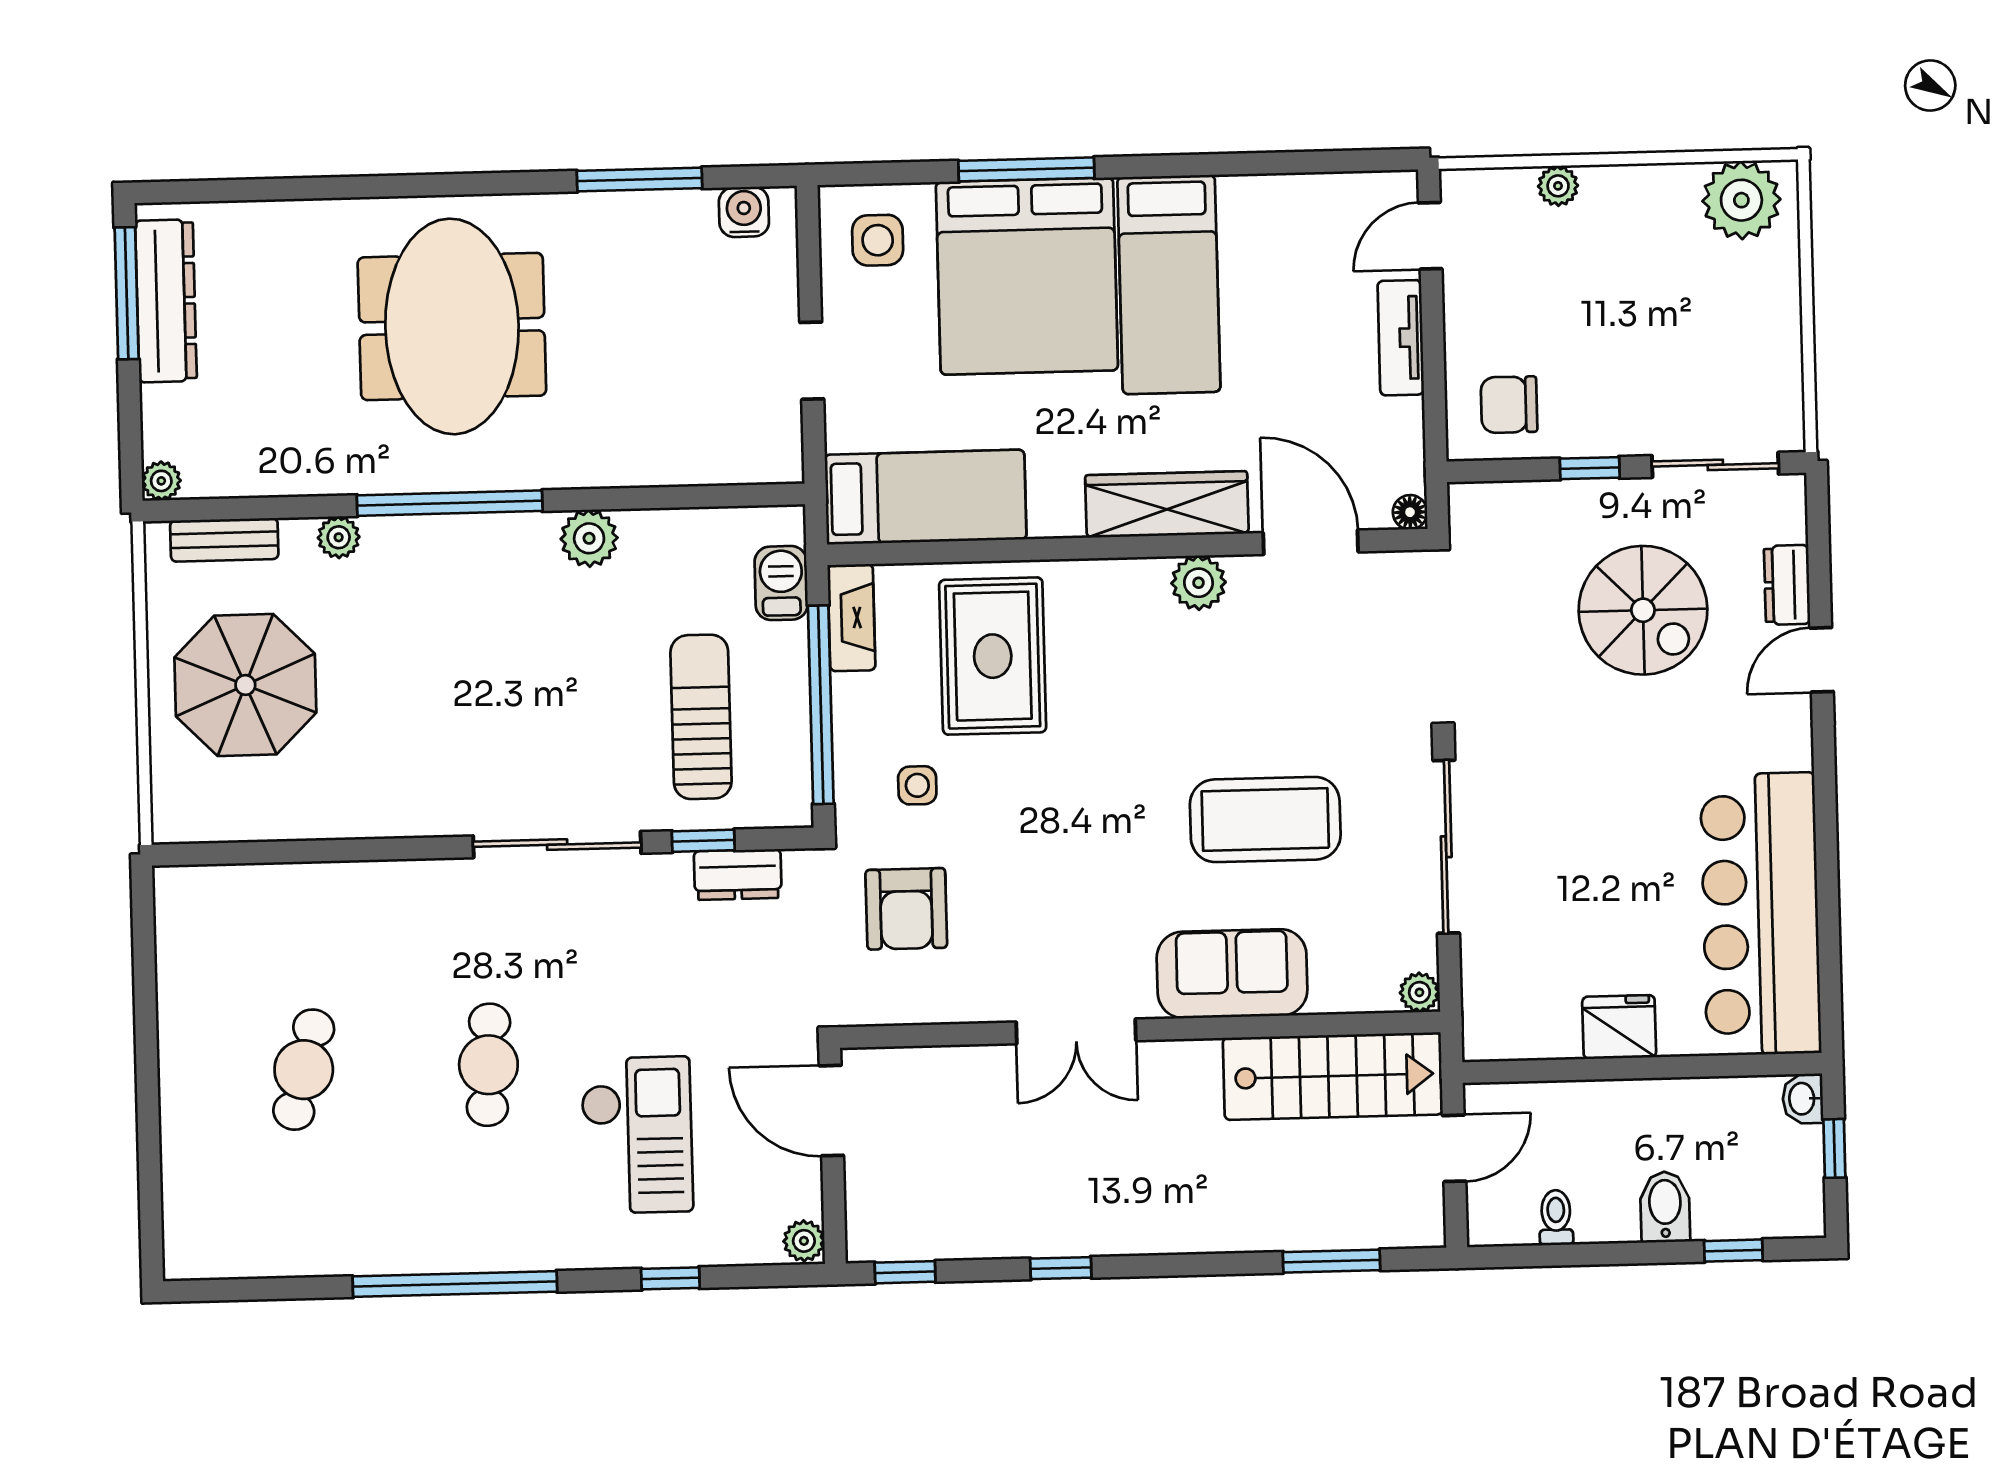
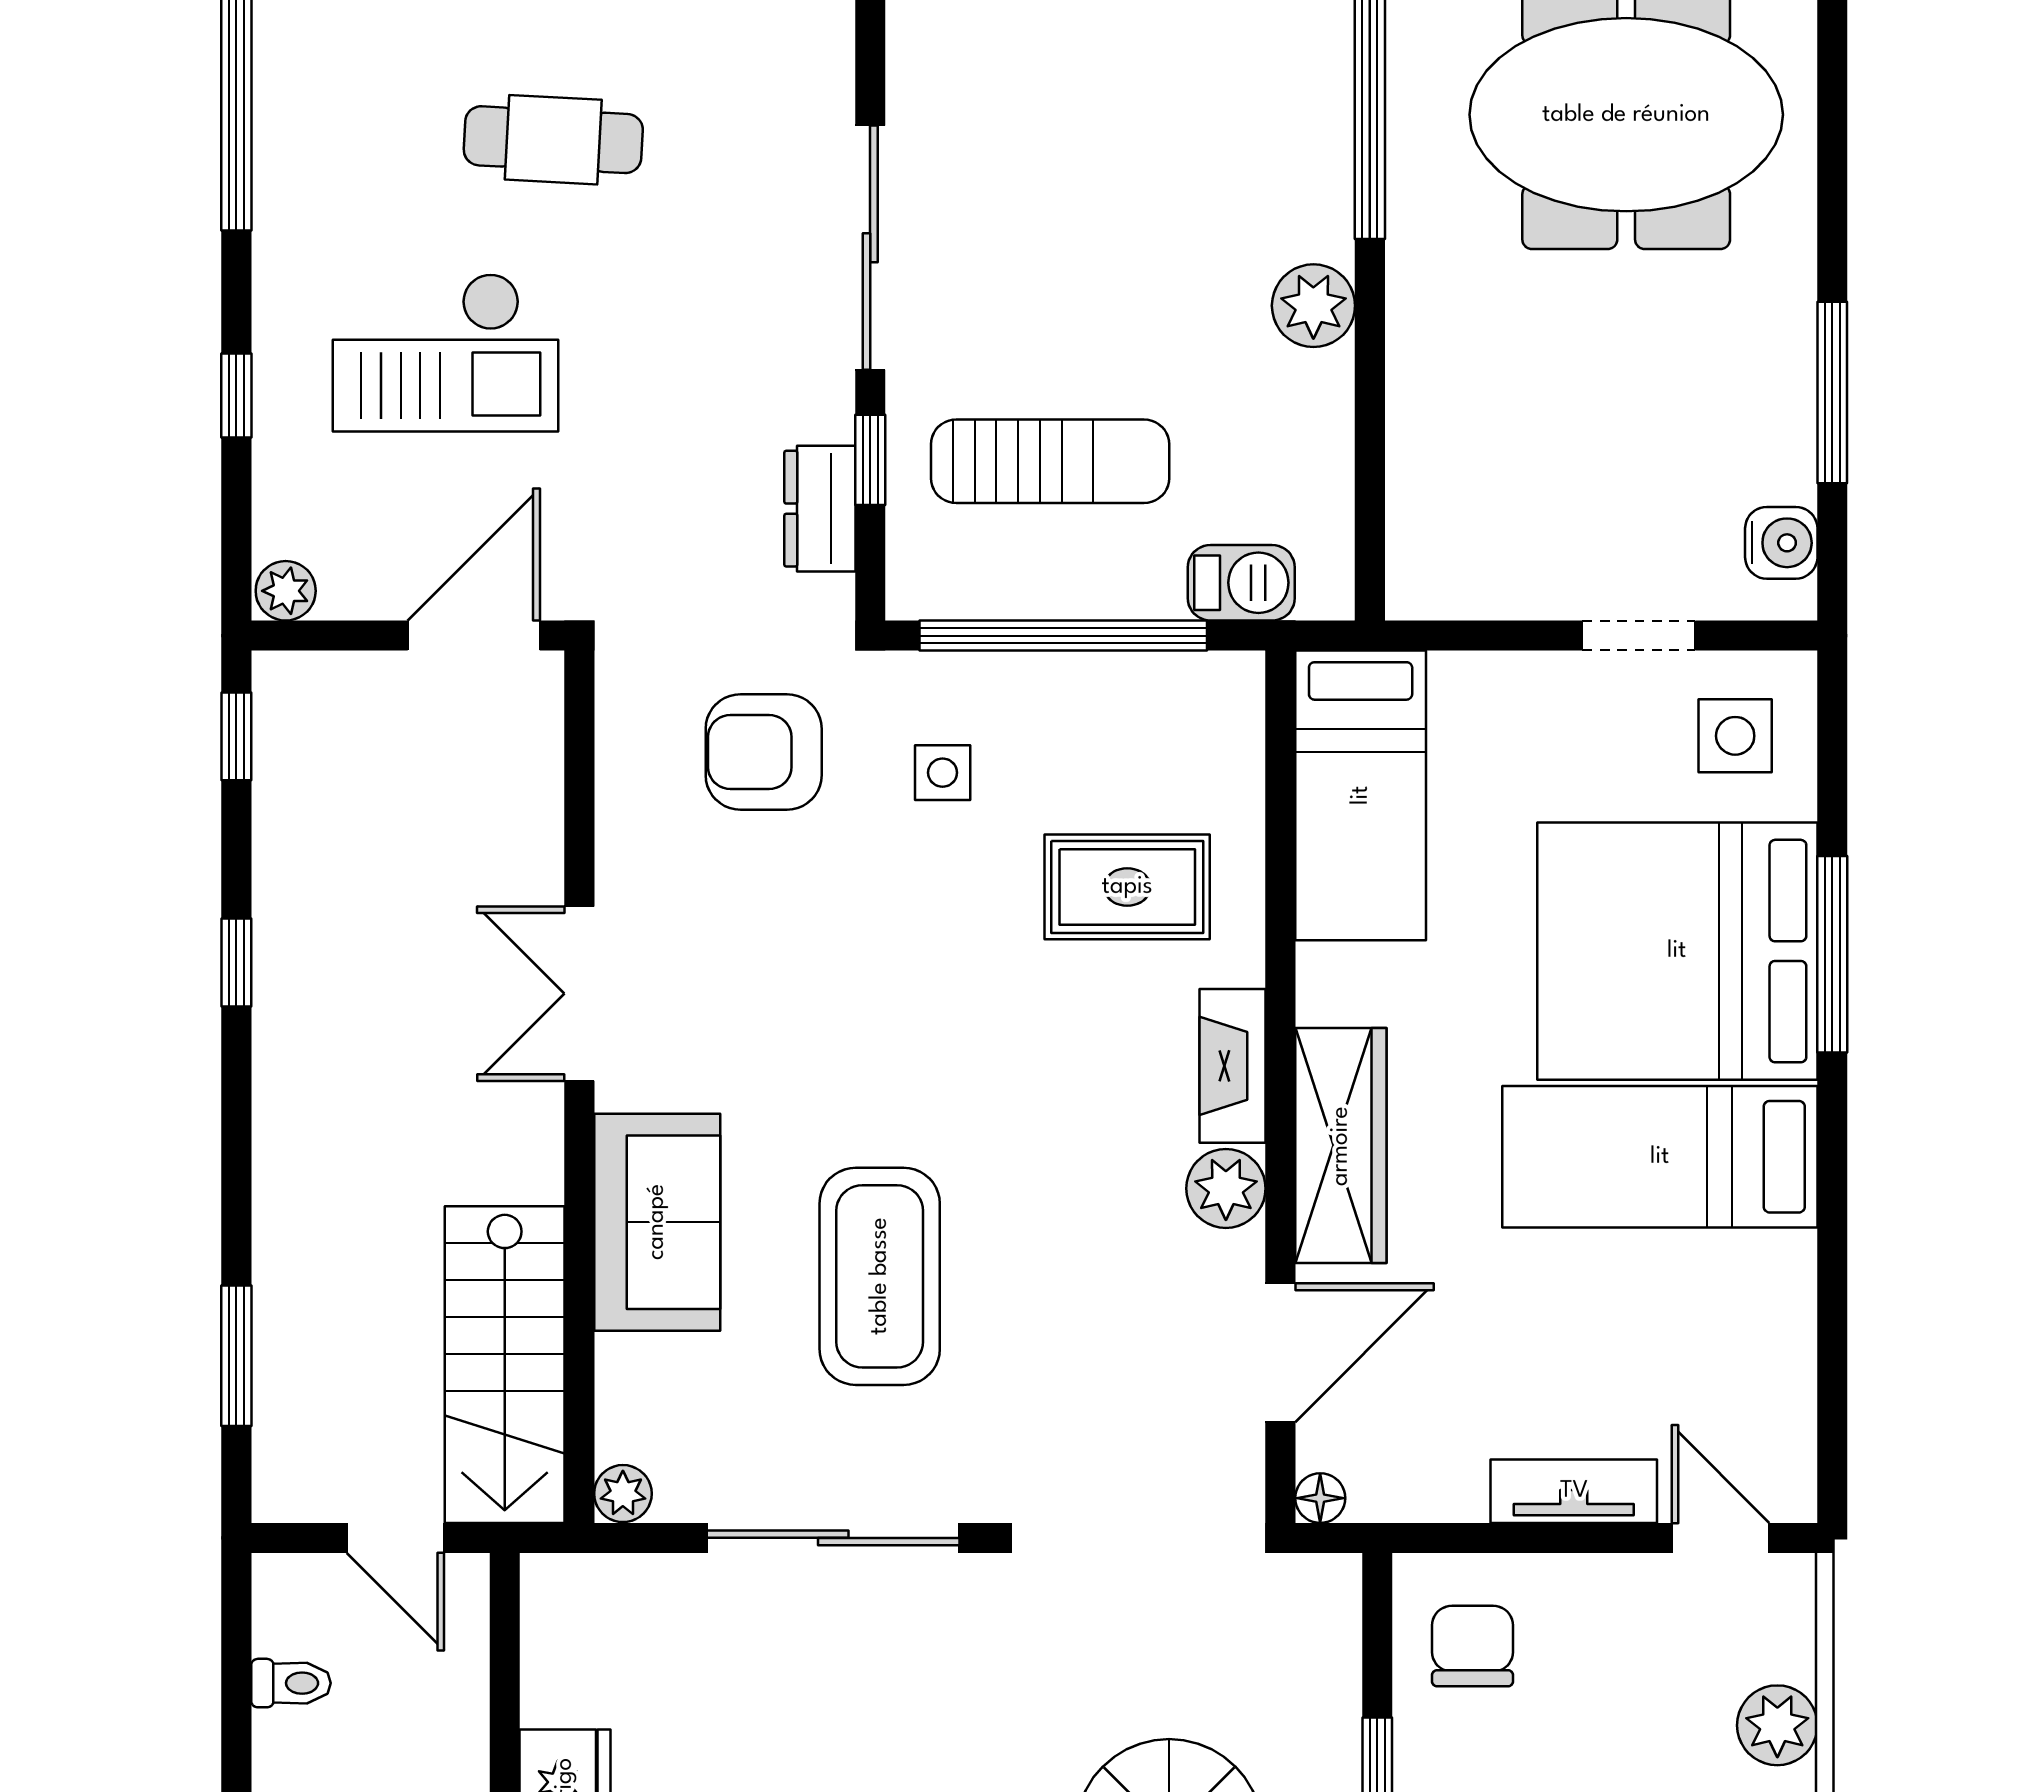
plant: (1558, 186) -> (1777, 1725), width x1.38, depth x1.38
doorway: (812, 361) -> (1639, 636), moved
fireplace: (851, 618) -> (1233, 1066), moved, turned 90
rug: (993, 656) -> (1127, 887), width x0.73, depth x0.70

